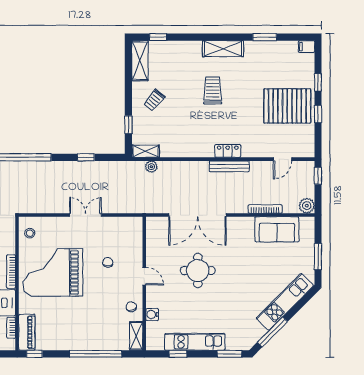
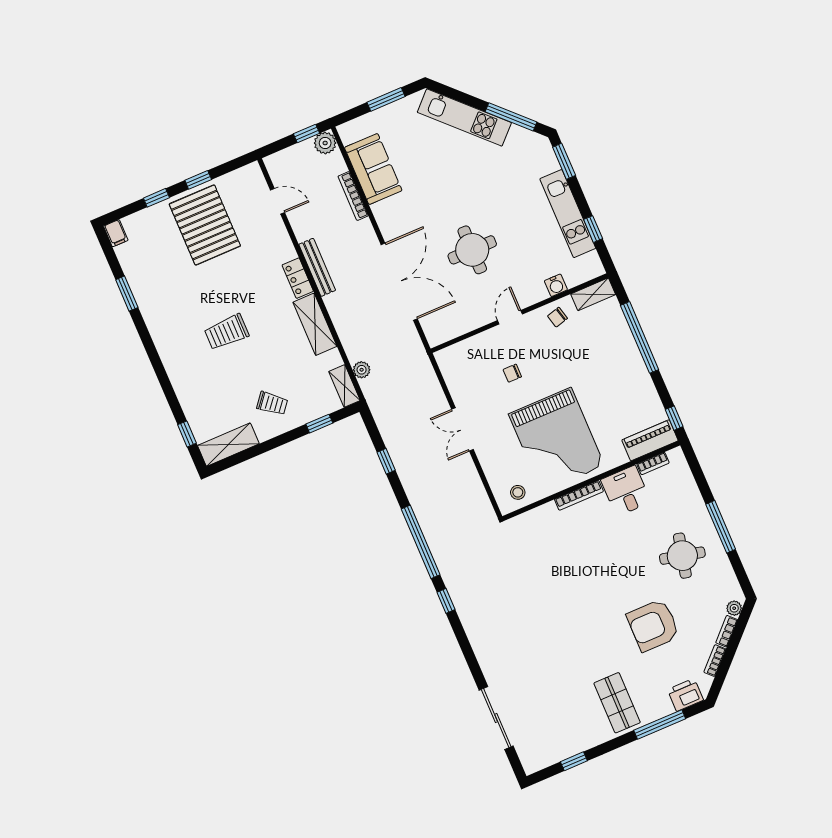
shelving: (223, 49) -> (315, 324), moved
window: (318, 176) -> (306, 134), moved

